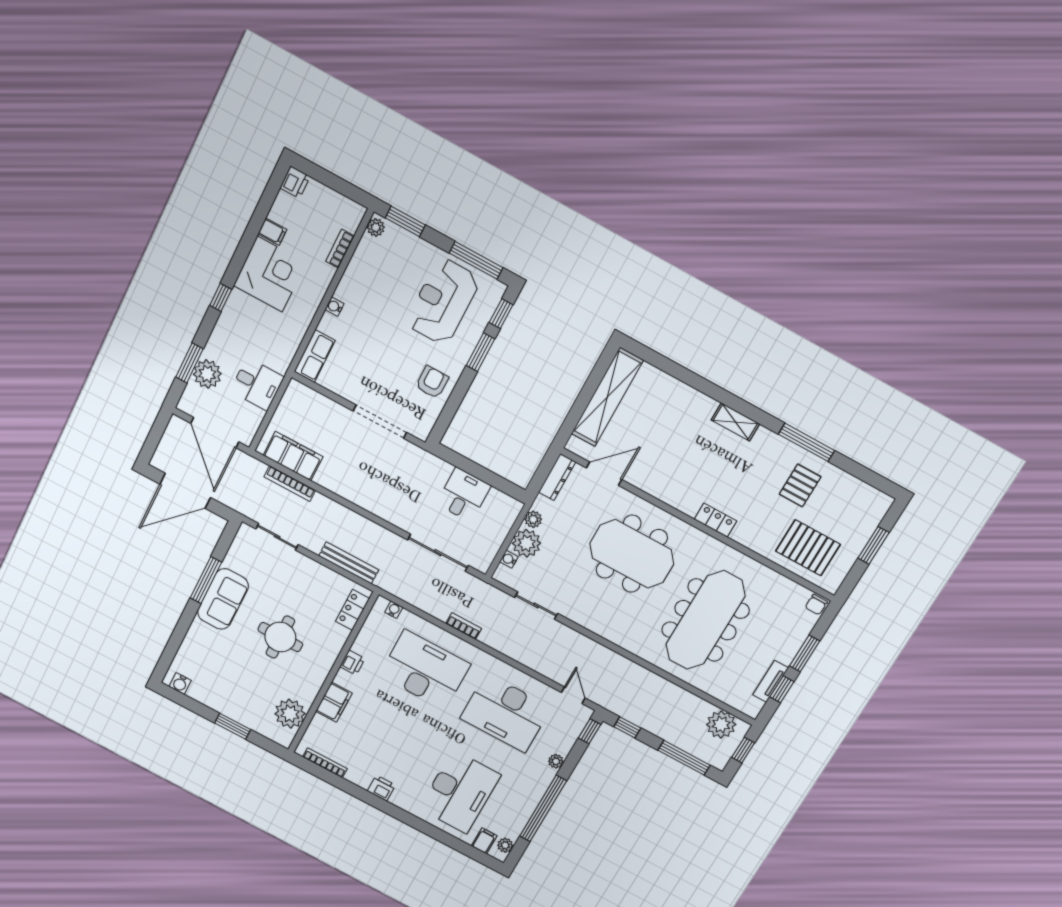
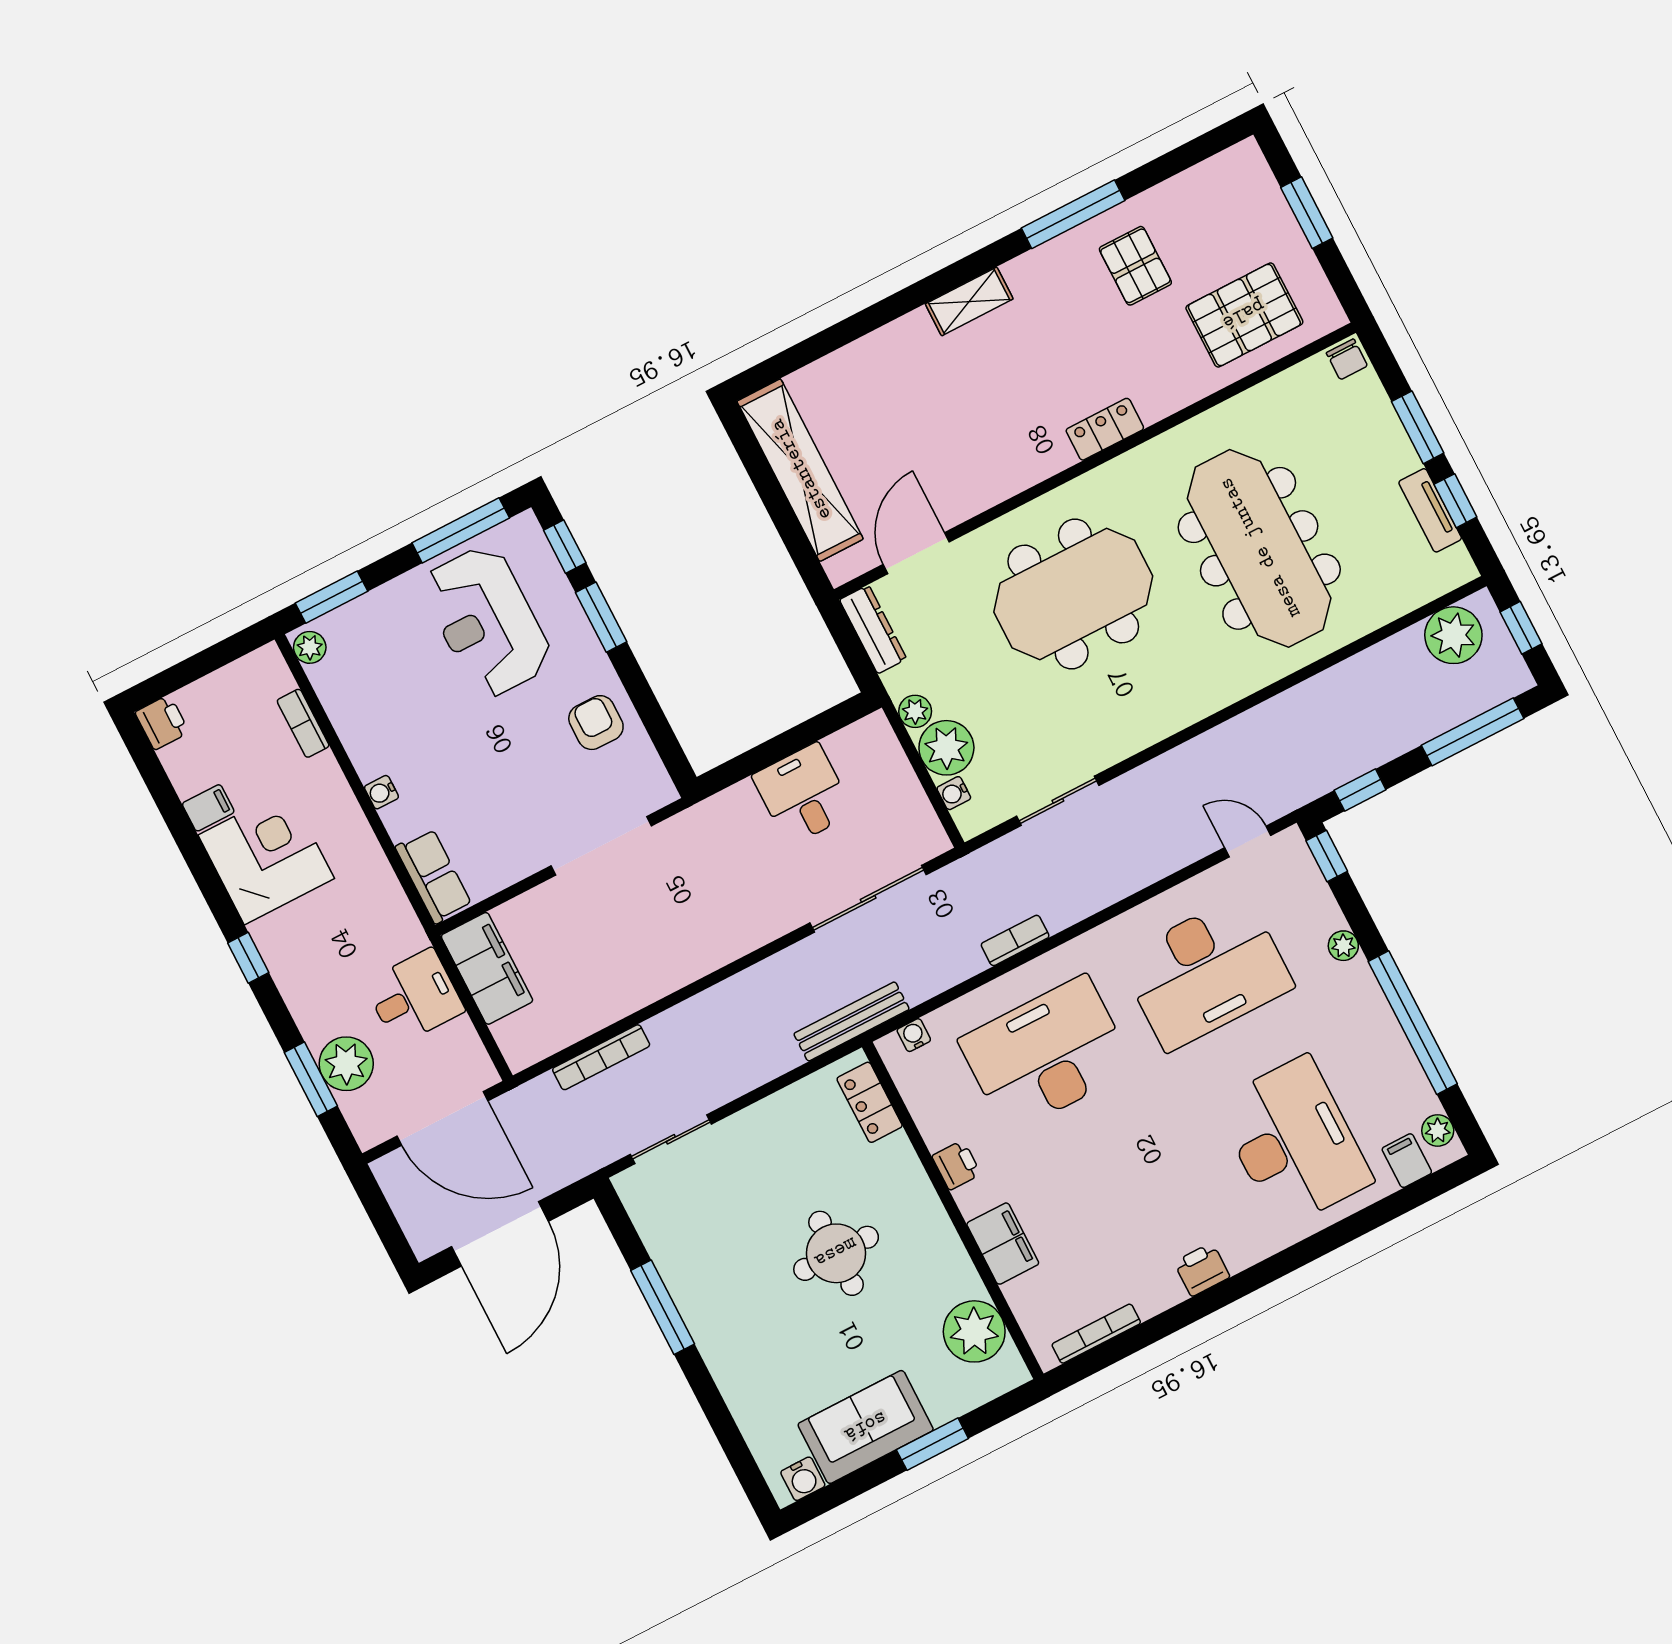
filing cabinet: (293, 456) -> (487, 968), moved, turned 90
bench: (349, 563) -> (852, 1021), moved
sofa: (223, 599) -> (866, 1427), moved, turned -90

